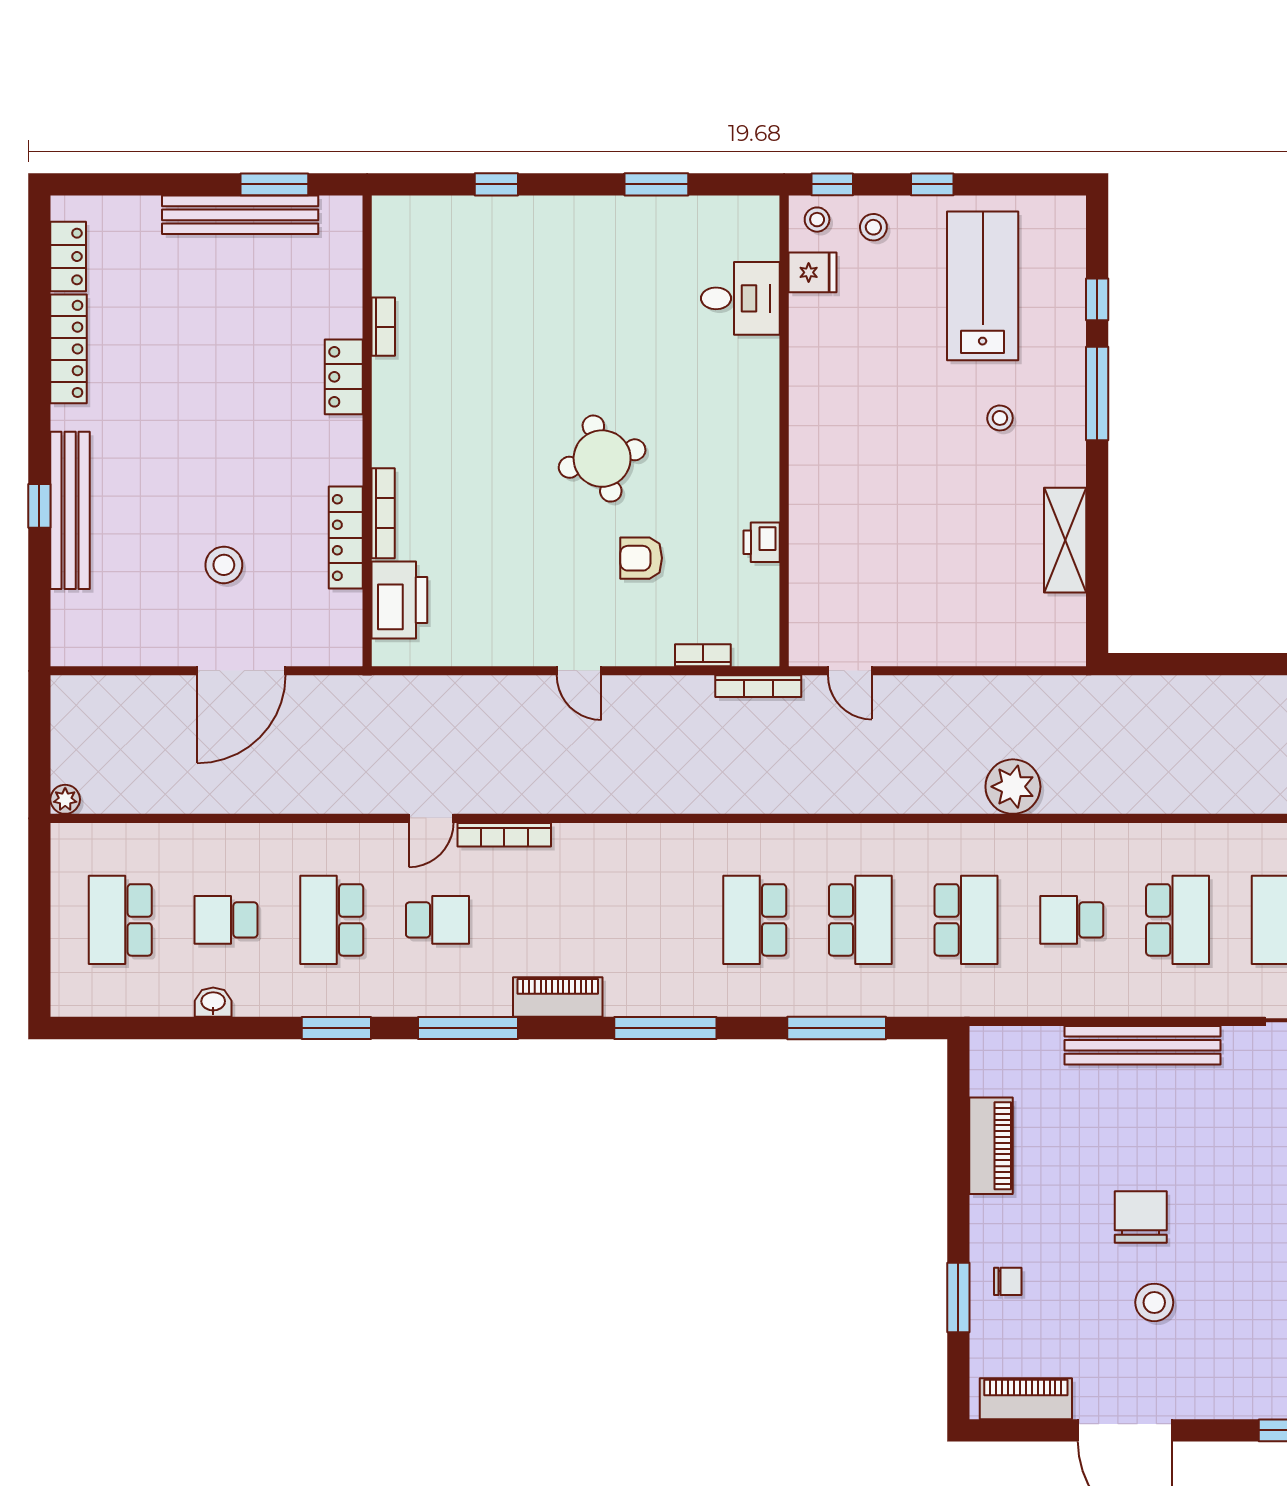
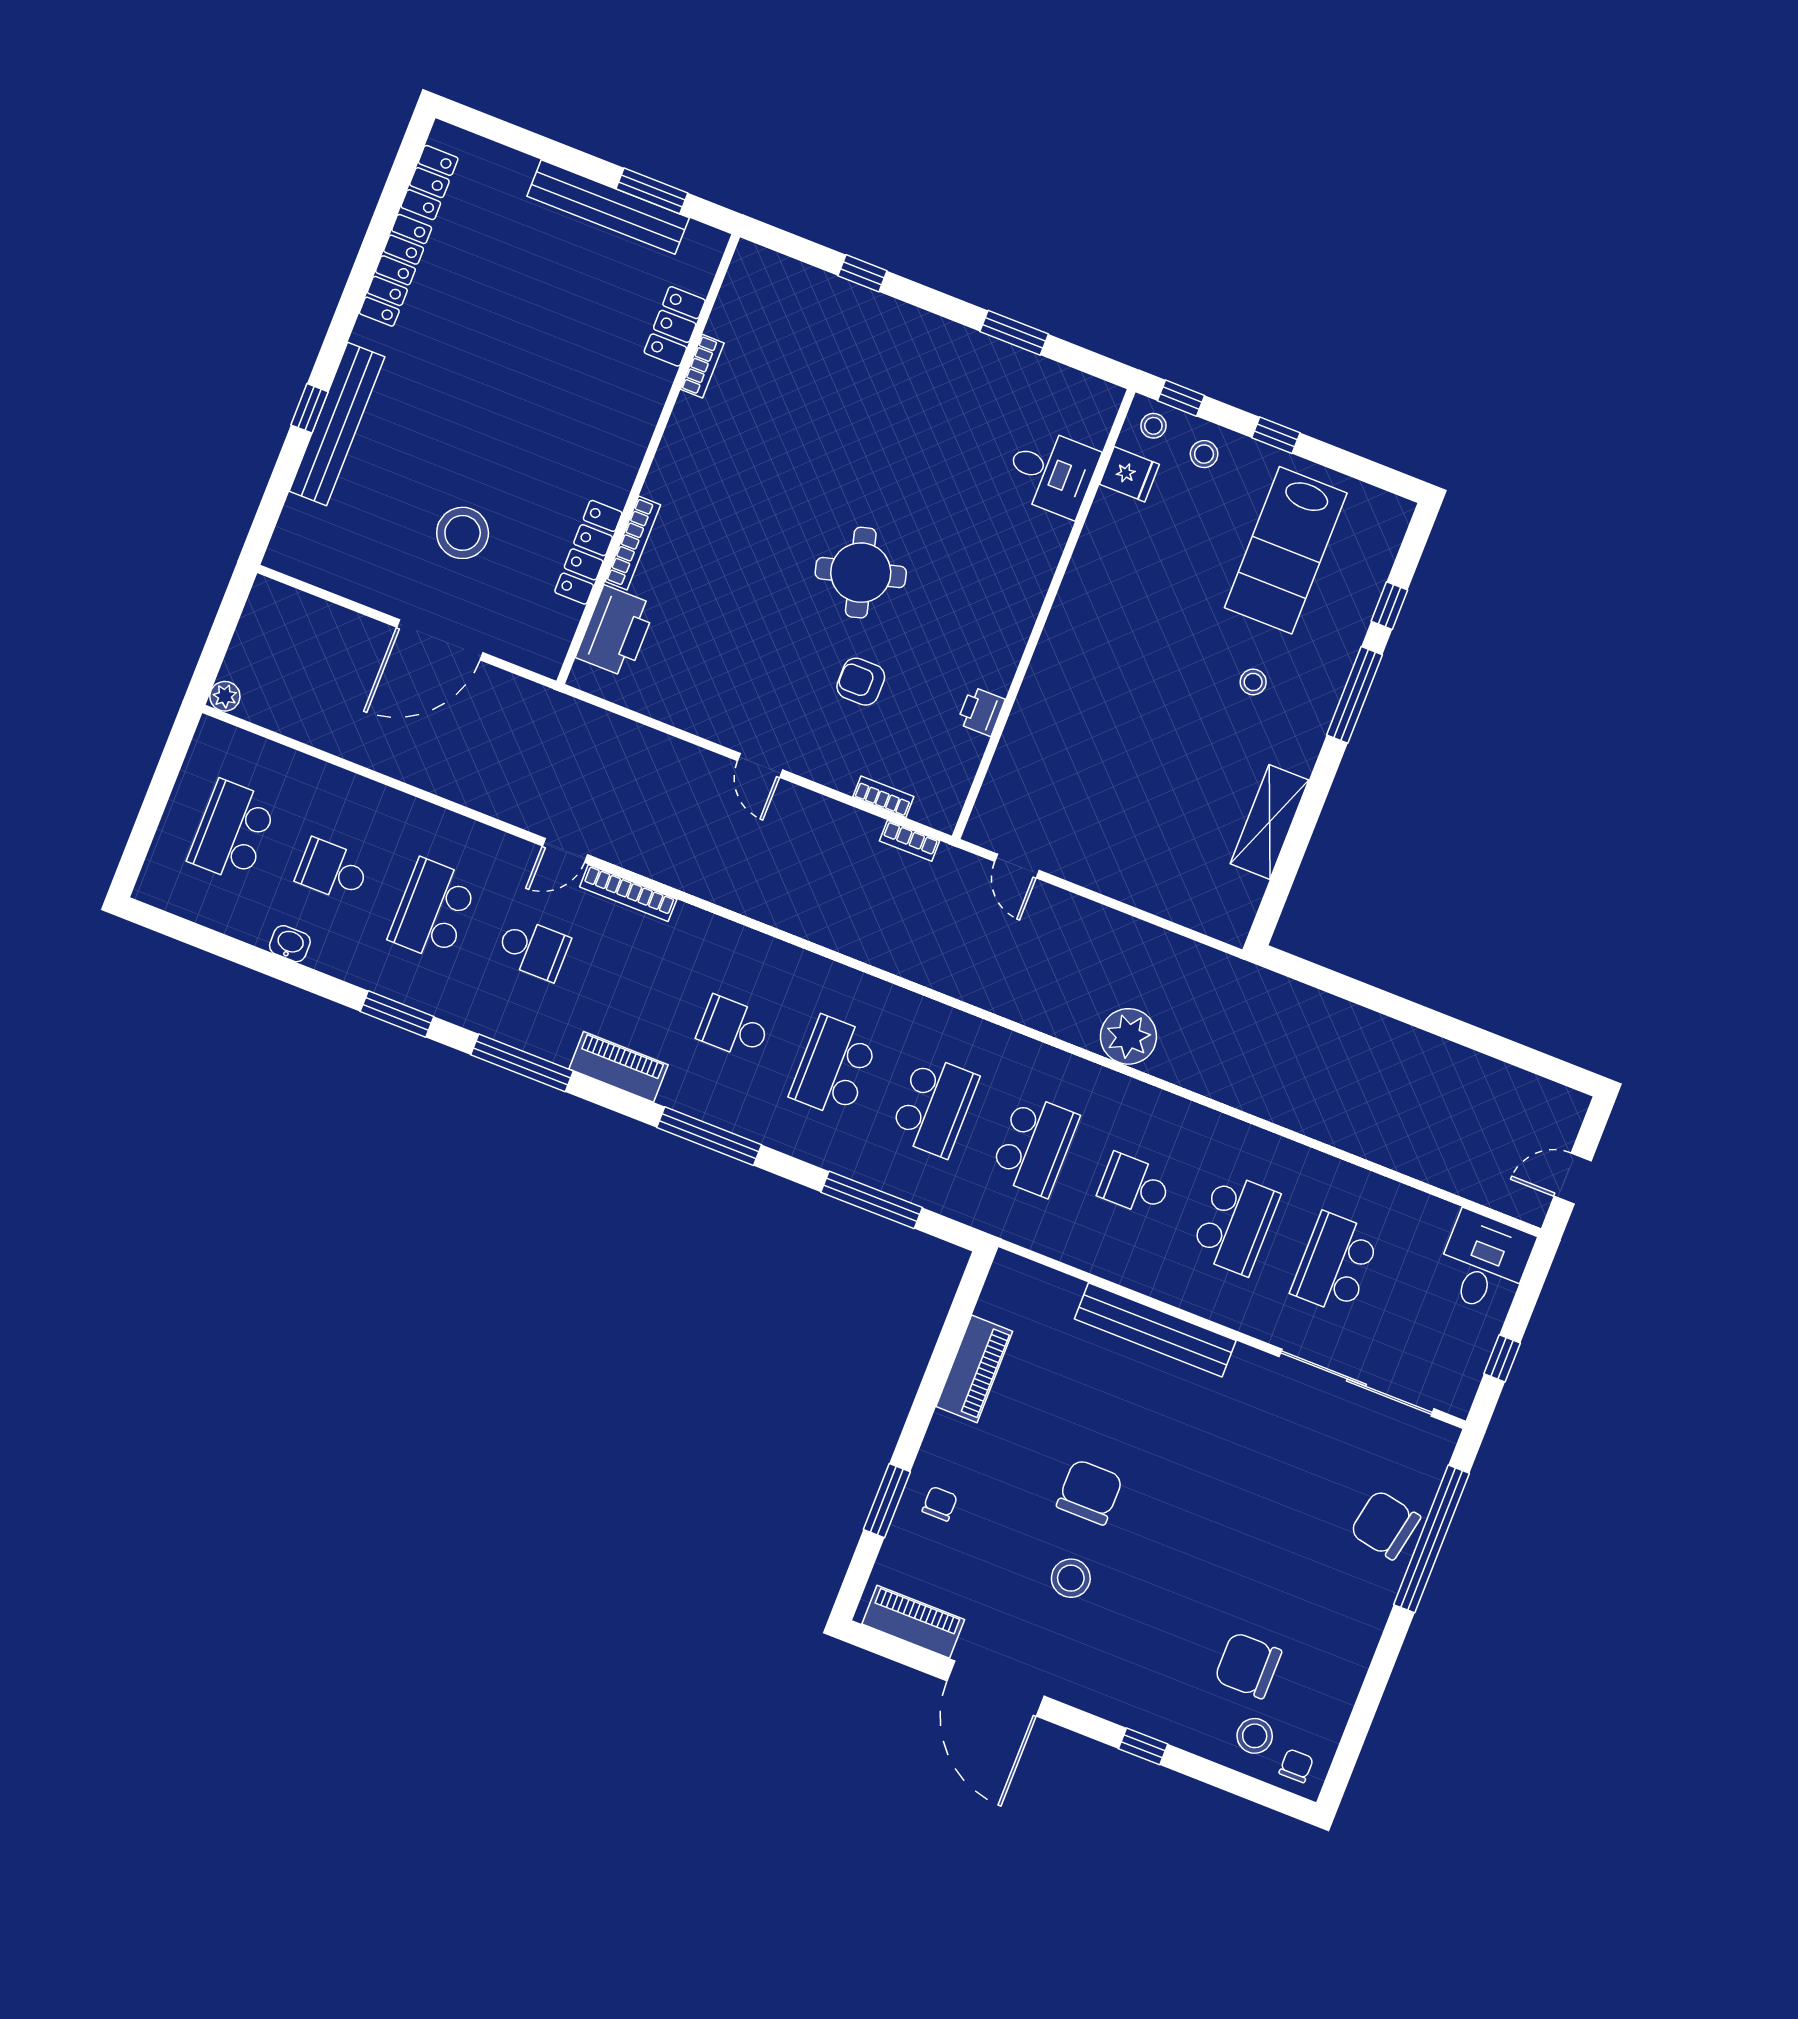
lab bench: (983, 286) -> (1286, 550), turned 180
locker: (344, 377) -> (675, 326), moved
stool: (224, 565) -> (463, 533), width x1.38, depth x1.38
bookcase: (758, 686) -> (910, 841), width x0.64
school desk: (649, 920) -> (734, 1028), added
chair: (1008, 1281) -> (940, 1504), turned -90

